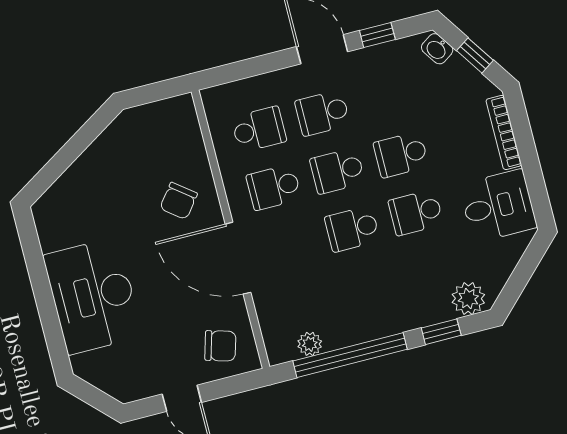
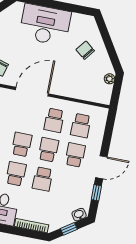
plant: (139, 117) -> (109, 79), added
school desk: (401, 155) -> (43, 179), turned 180
school desk: (274, 187) -> (54, 120), turned 180
chair: (179, 201) -> (85, 50), moved

